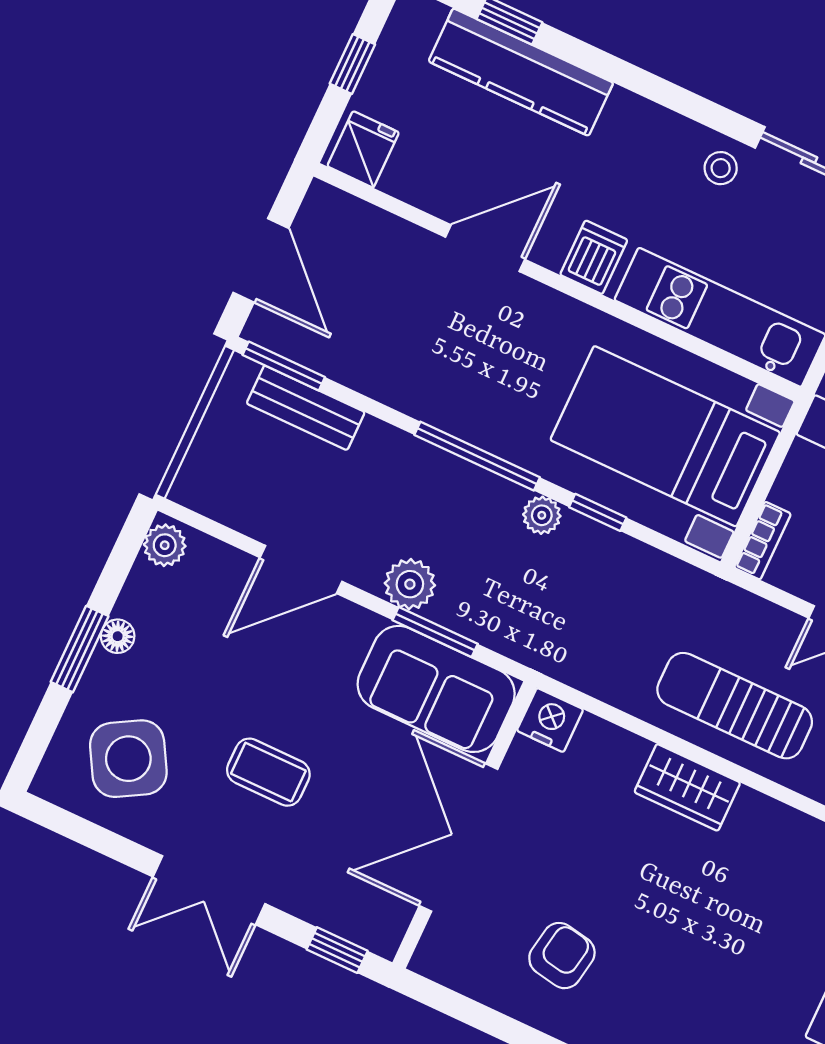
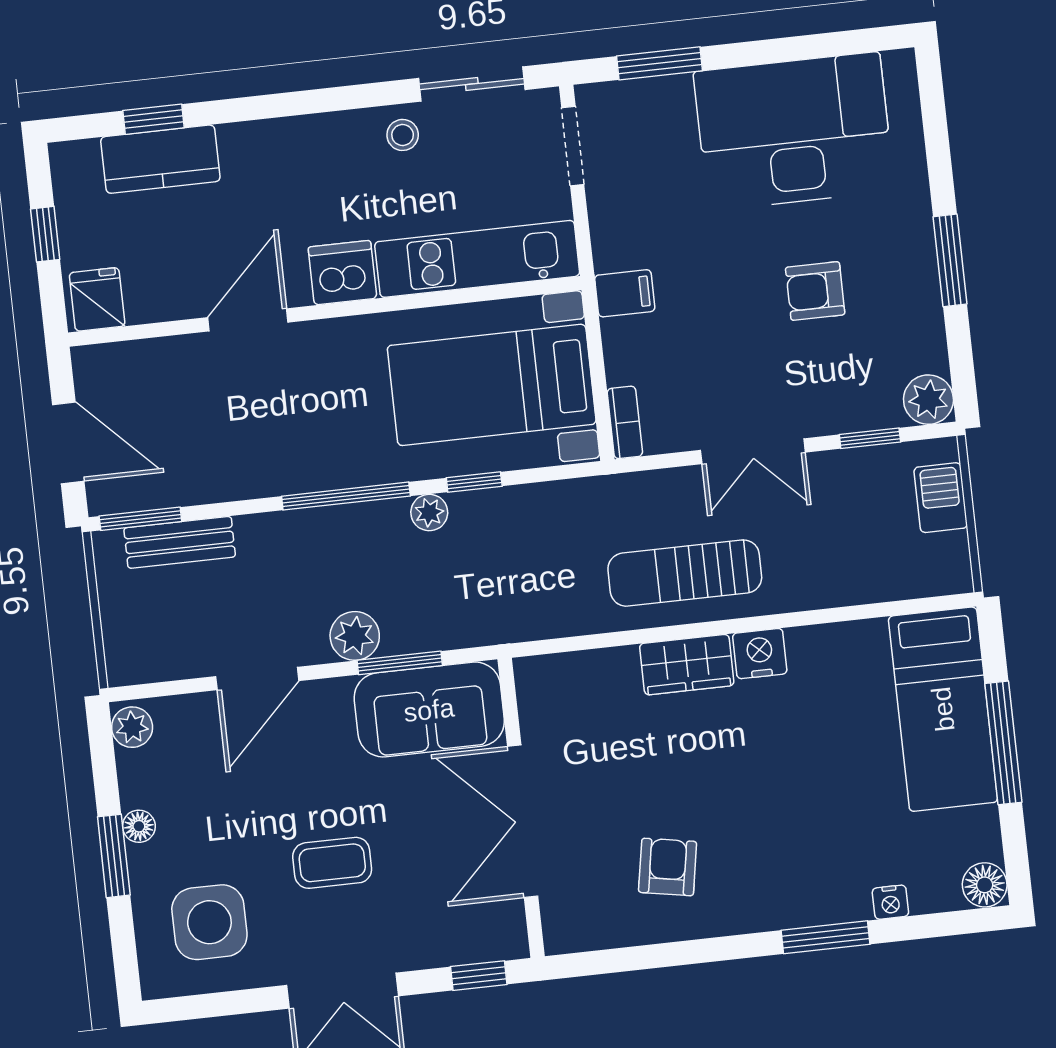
kitchen counter: (521, 72) -> (160, 159), width x0.67
dishwasher: (594, 257) -> (342, 273), width x1.38
nightstand: (550, 720) -> (760, 654), moved
side table: (128, 759) -> (209, 922), turned 30

